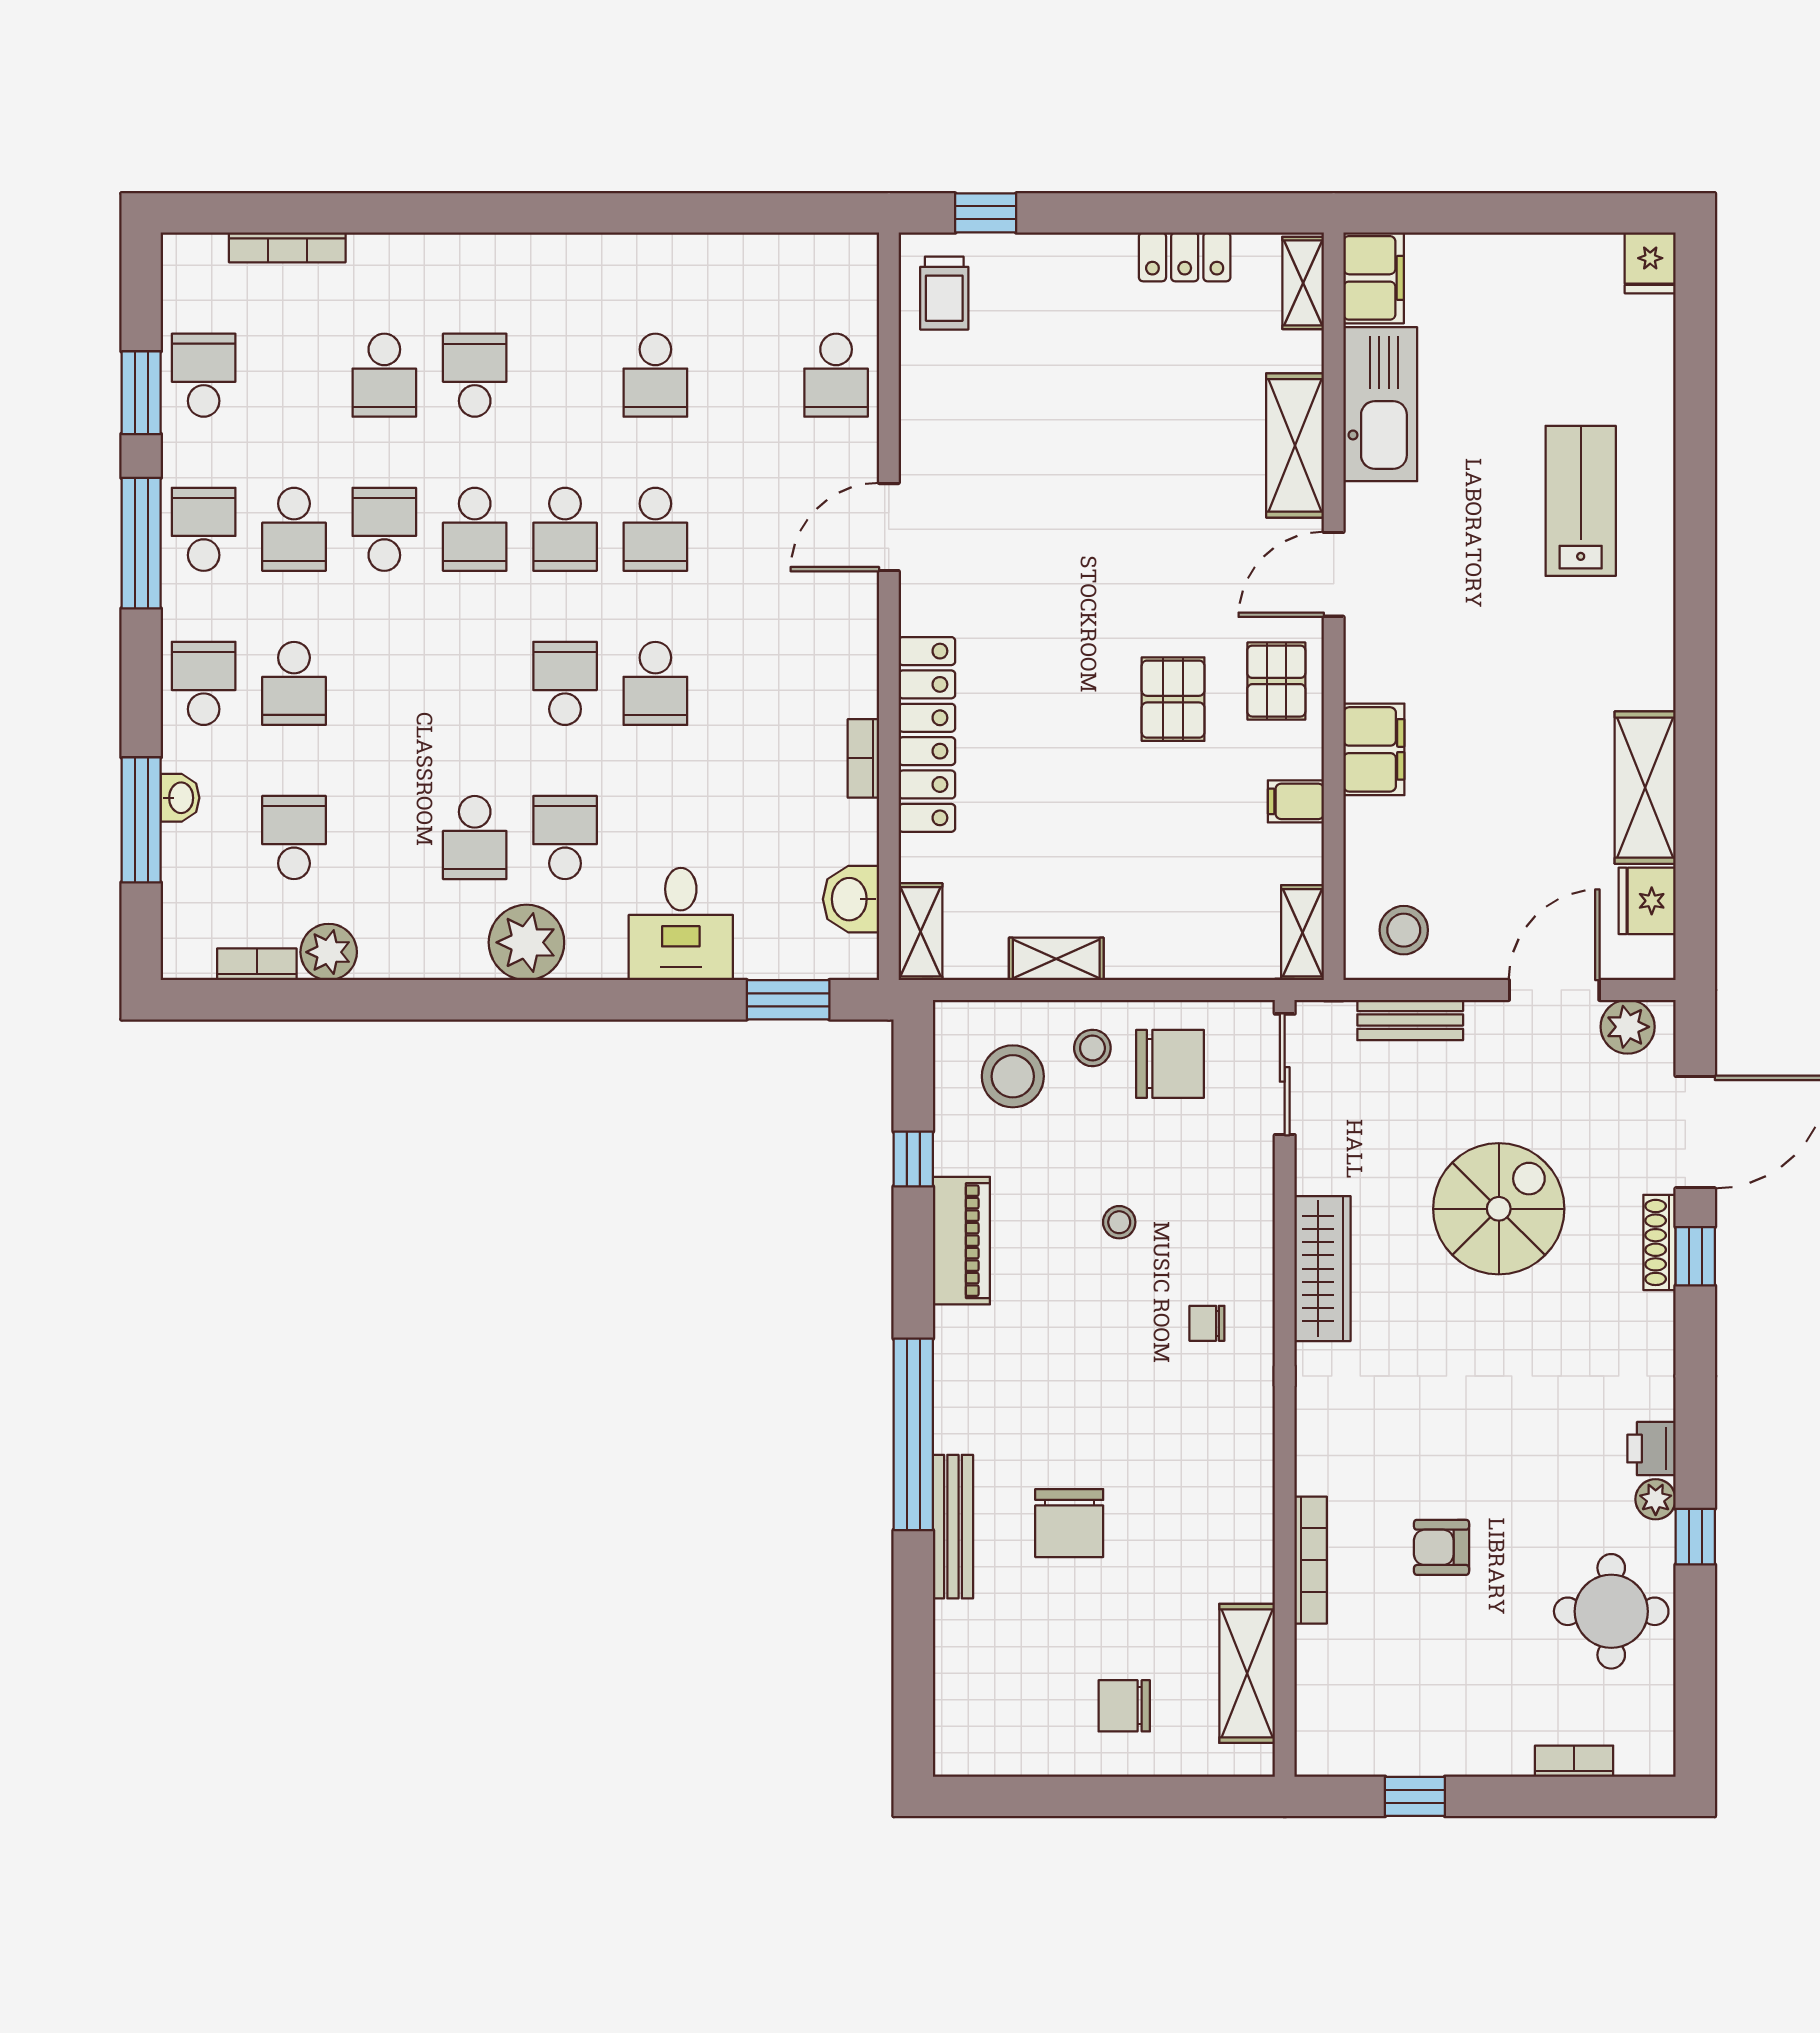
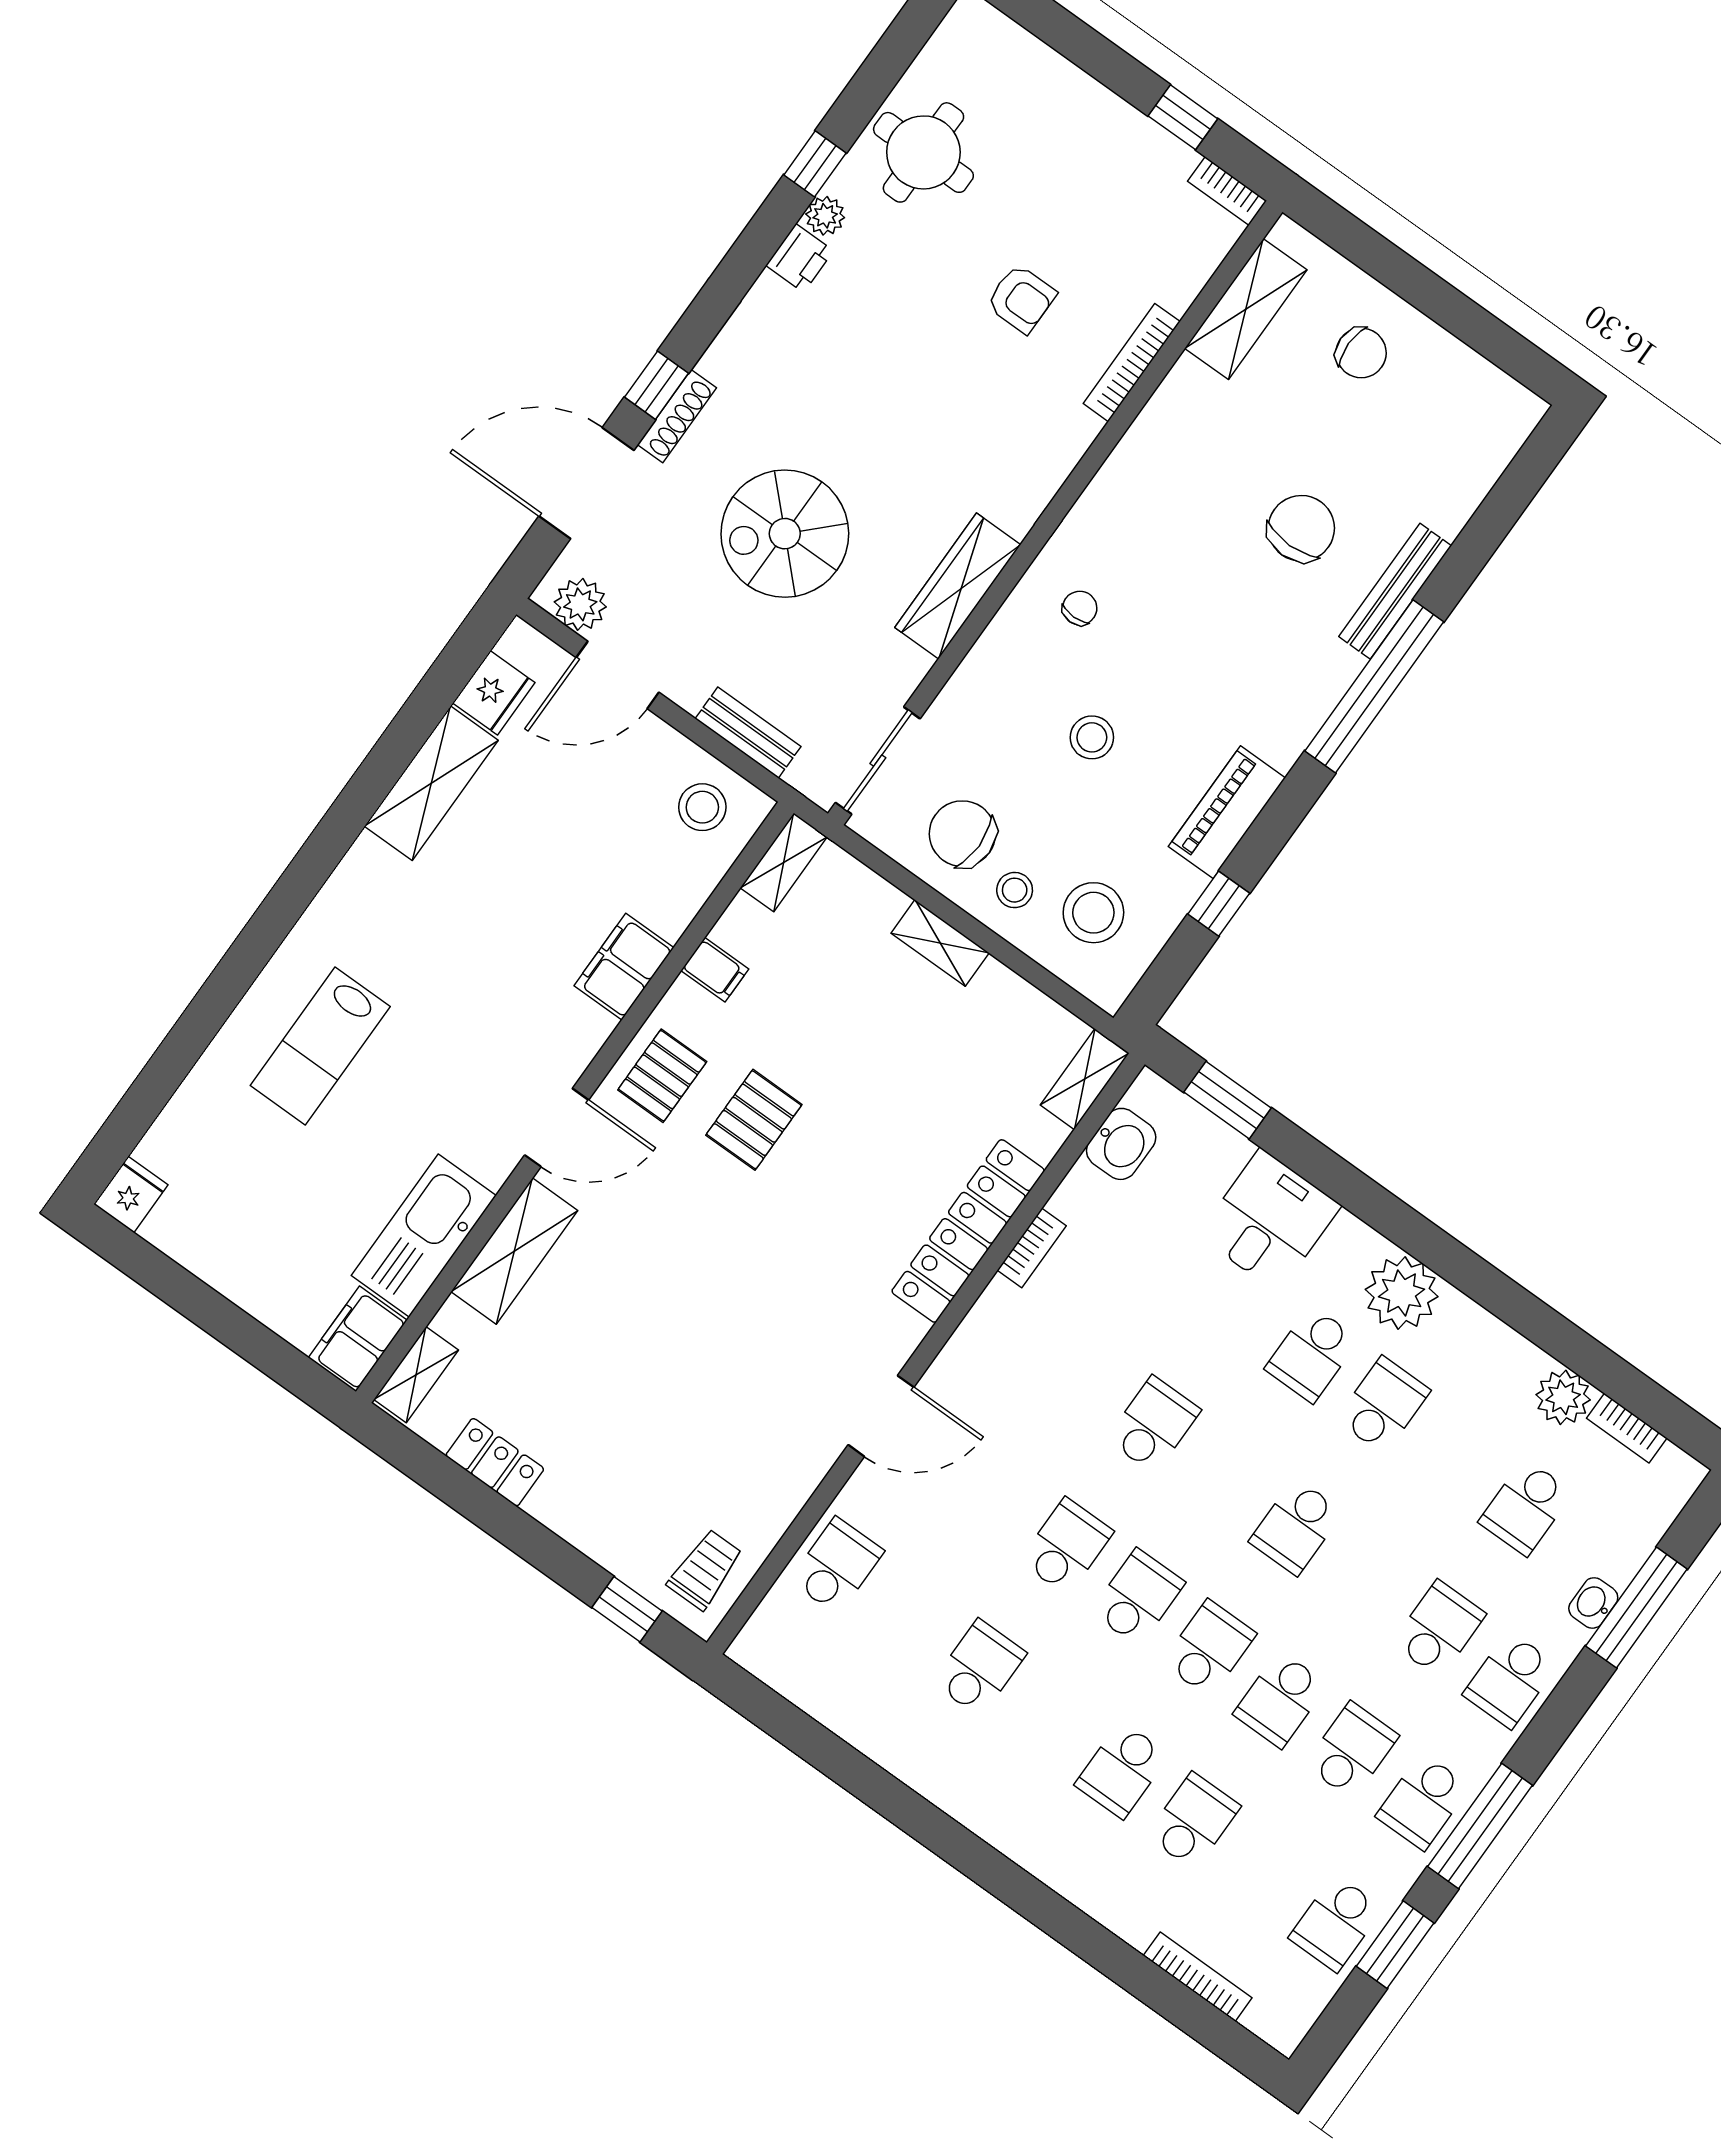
school desk: (565, 683) -> (1296, 1527), moved
shelving: (1056, 959) -> (940, 943), moved
stool: (1119, 1222) -> (1092, 737), width x1.37, depth x1.37
chair: (1207, 1323) -> (1080, 608), turned -90
bookcase: (1574, 1761) -> (1227, 191), moved

